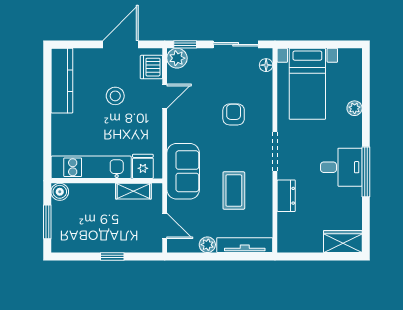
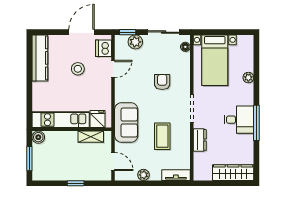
plant: (177, 58) -> (135, 42), moved
wardrobe: (343, 242) -> (233, 173), width x1.50
tv unit: (245, 245) -> (176, 175), width x0.71

